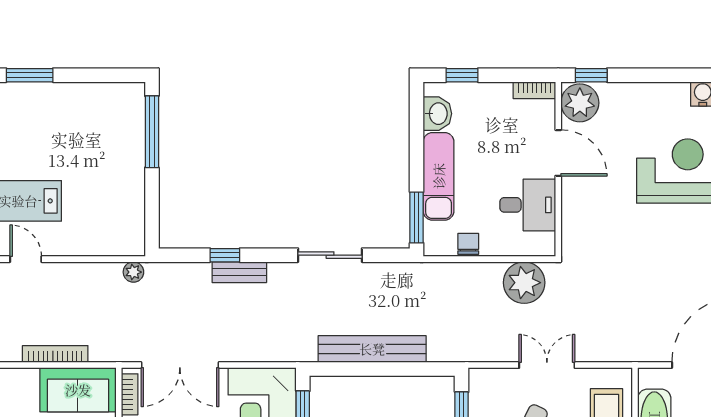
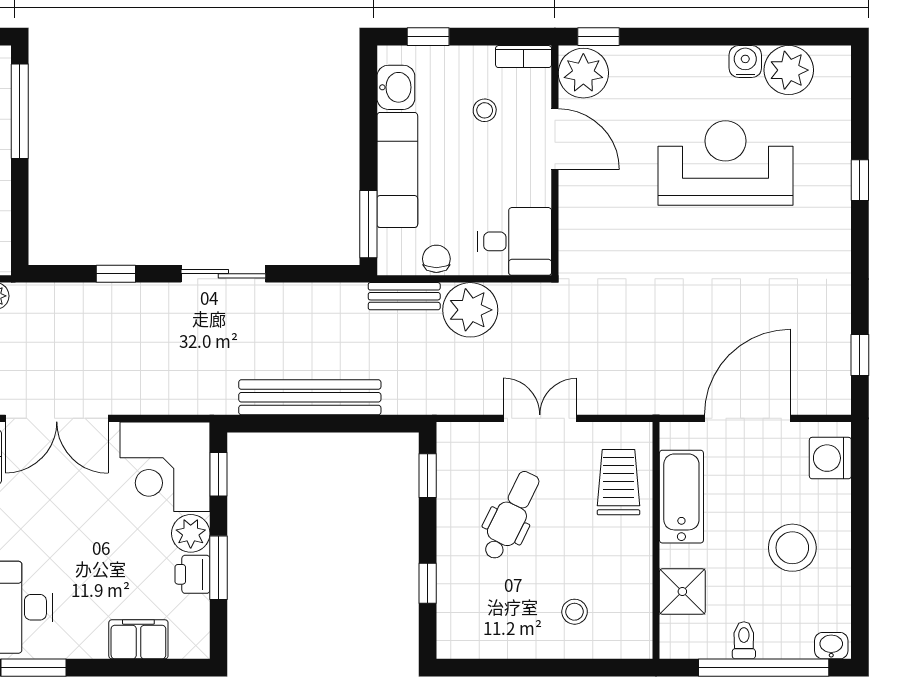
stool: (505, 131) -> (485, 110), added
desk: (528, 205) -> (515, 241), moved
sliding door: (330, 255) -> (223, 274), moved
bench: (239, 272) -> (404, 296), moved
plant: (524, 283) -> (470, 310), moved

